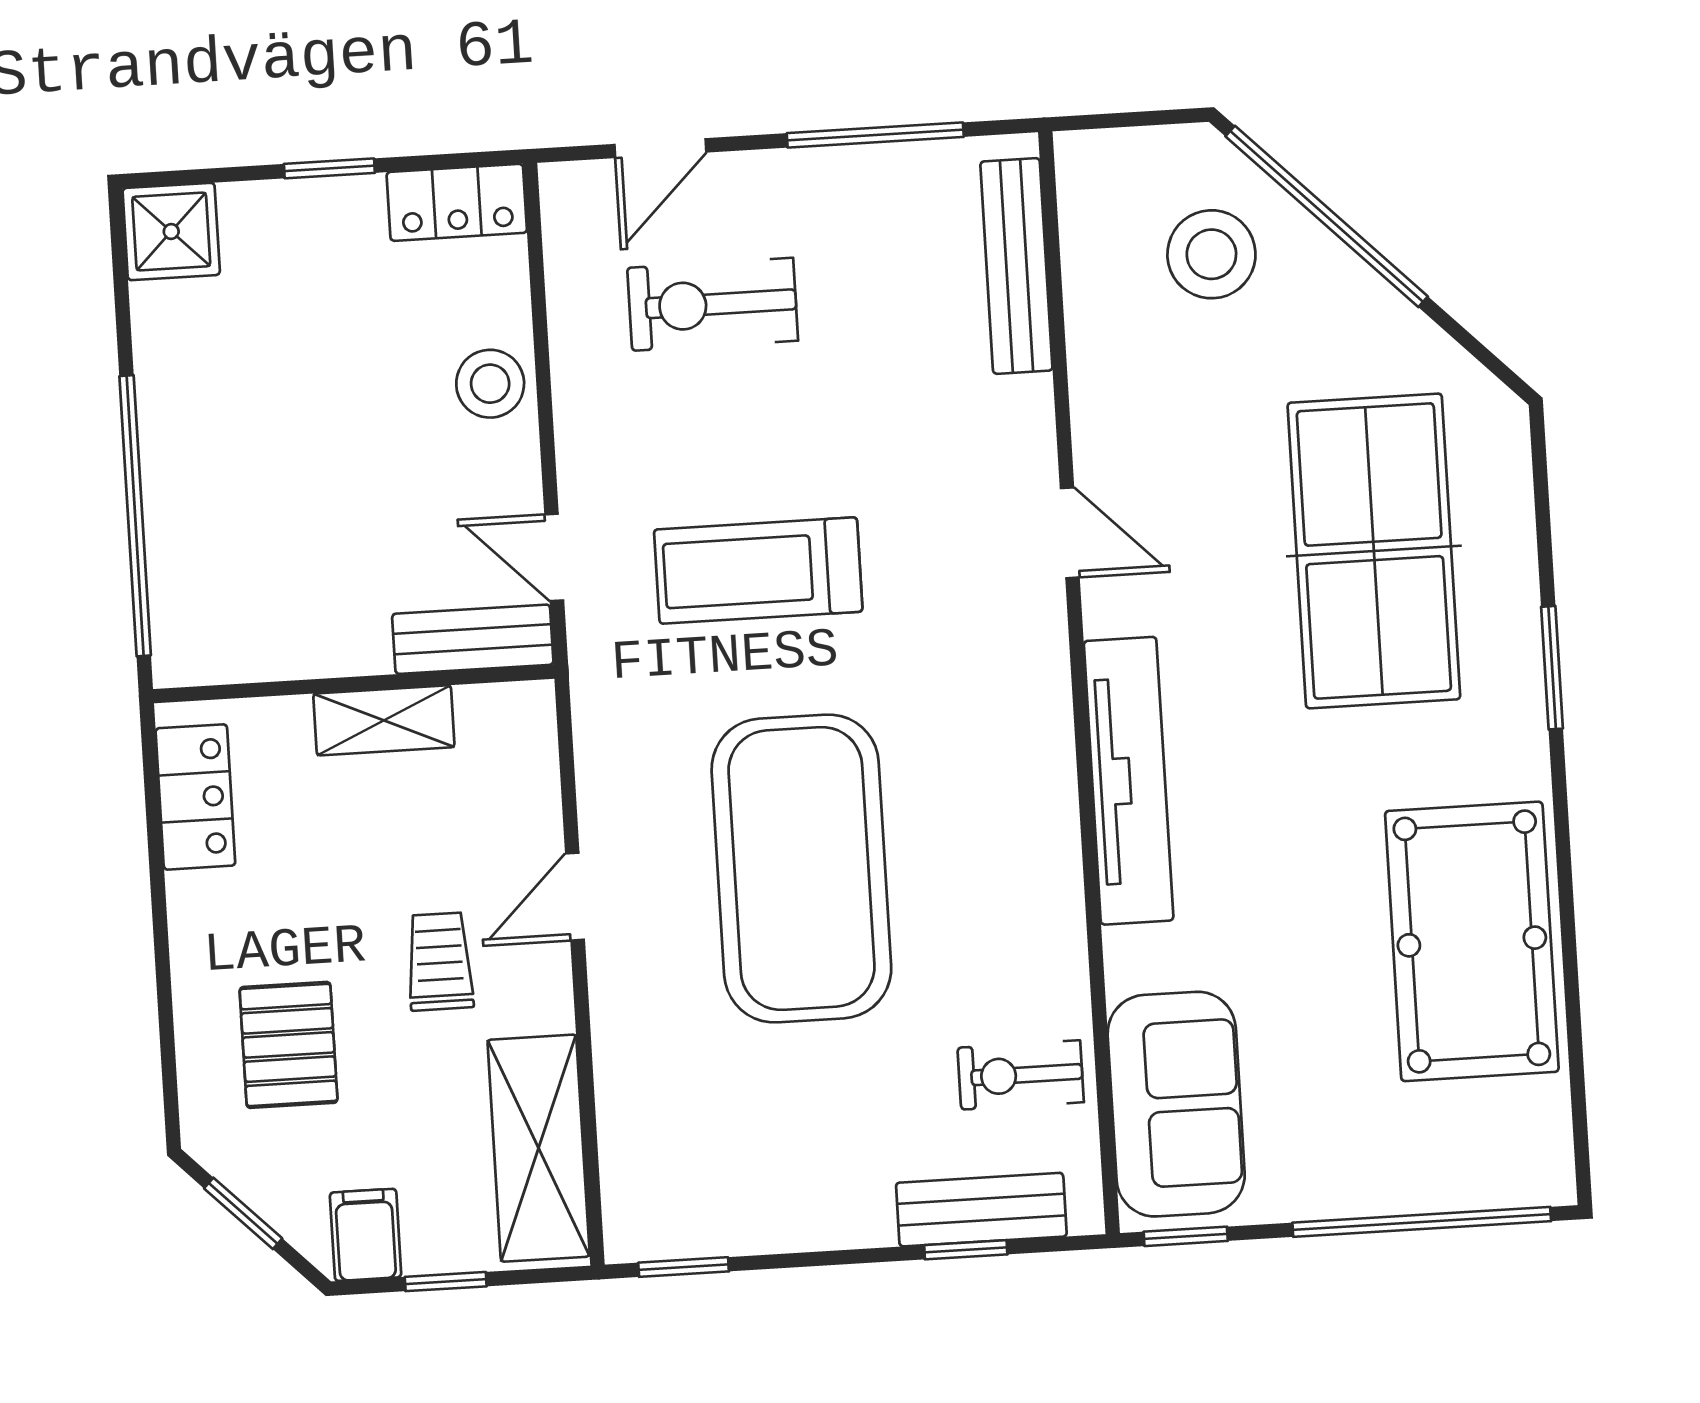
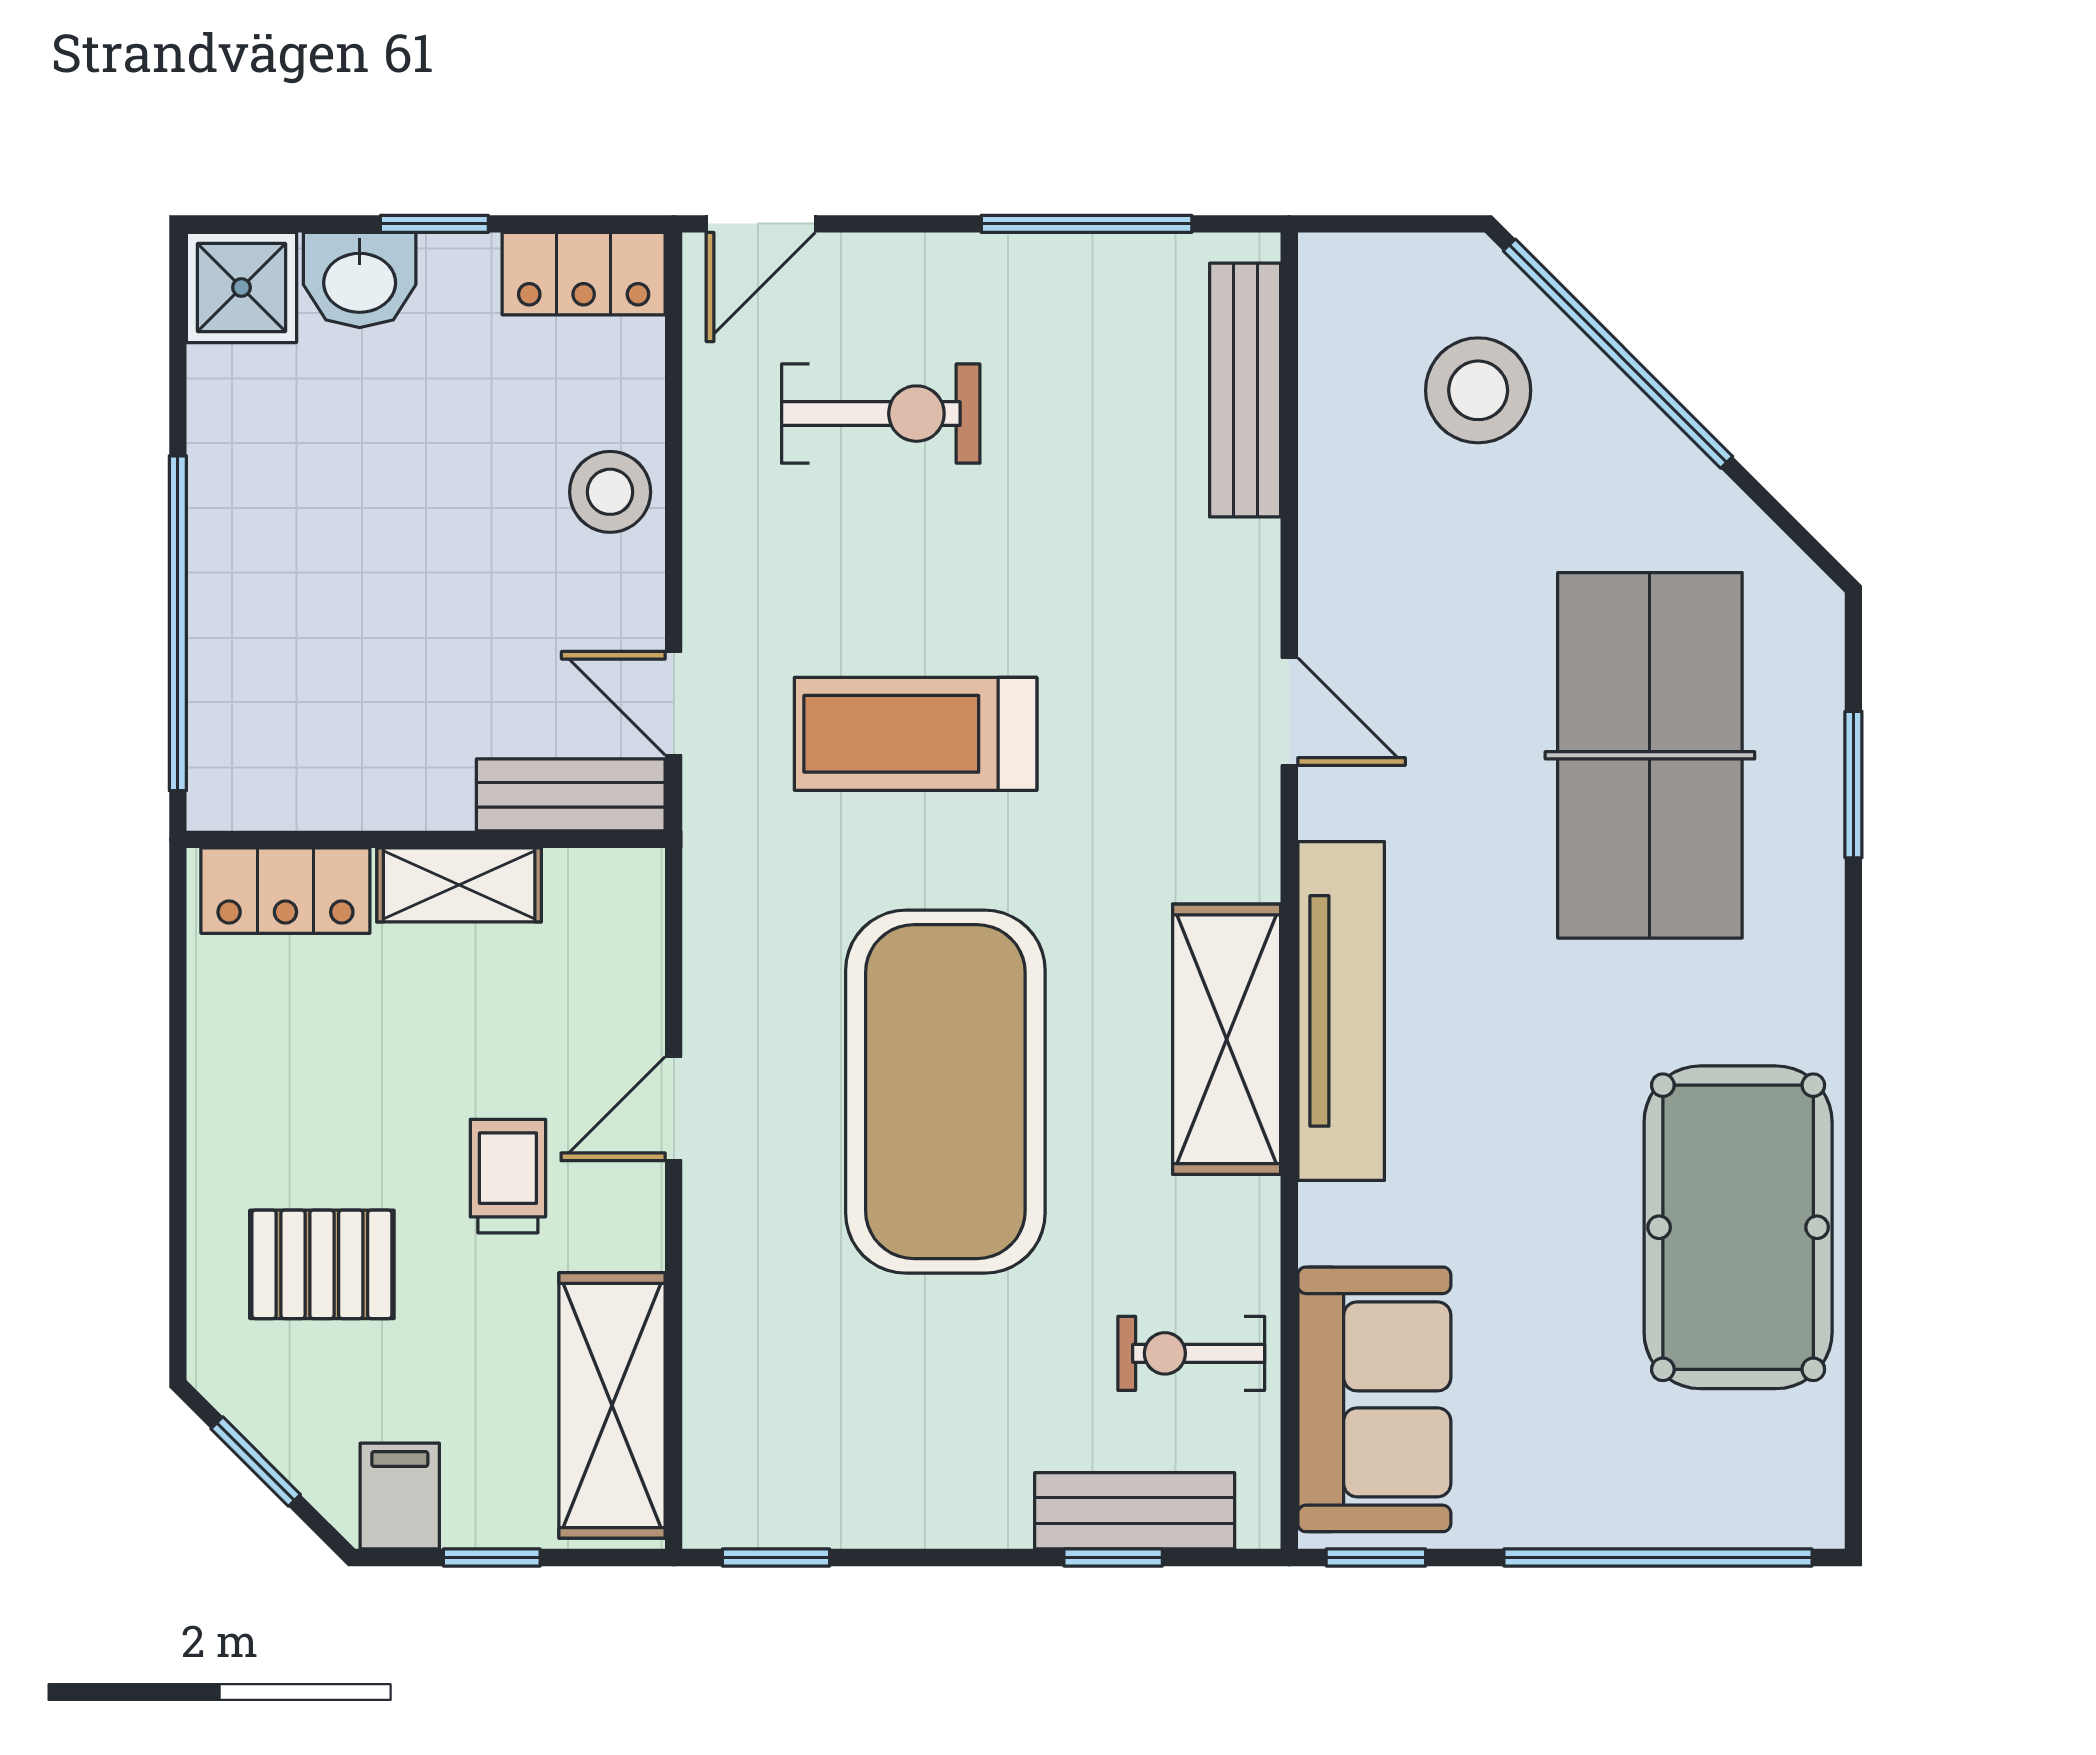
door: (660, 148) -> (761, 224), moved
washbasin: (270, 219) -> (360, 280), added
exercise bike: (713, 304) -> (881, 414), turned 180
window: (1552, 668) -> (1853, 785), moved
locker: (195, 797) -> (285, 891), moved, turned 90
shelving: (1034, 810) -> (1227, 1039), added
pallet: (289, 1045) -> (322, 1264), turned 90

